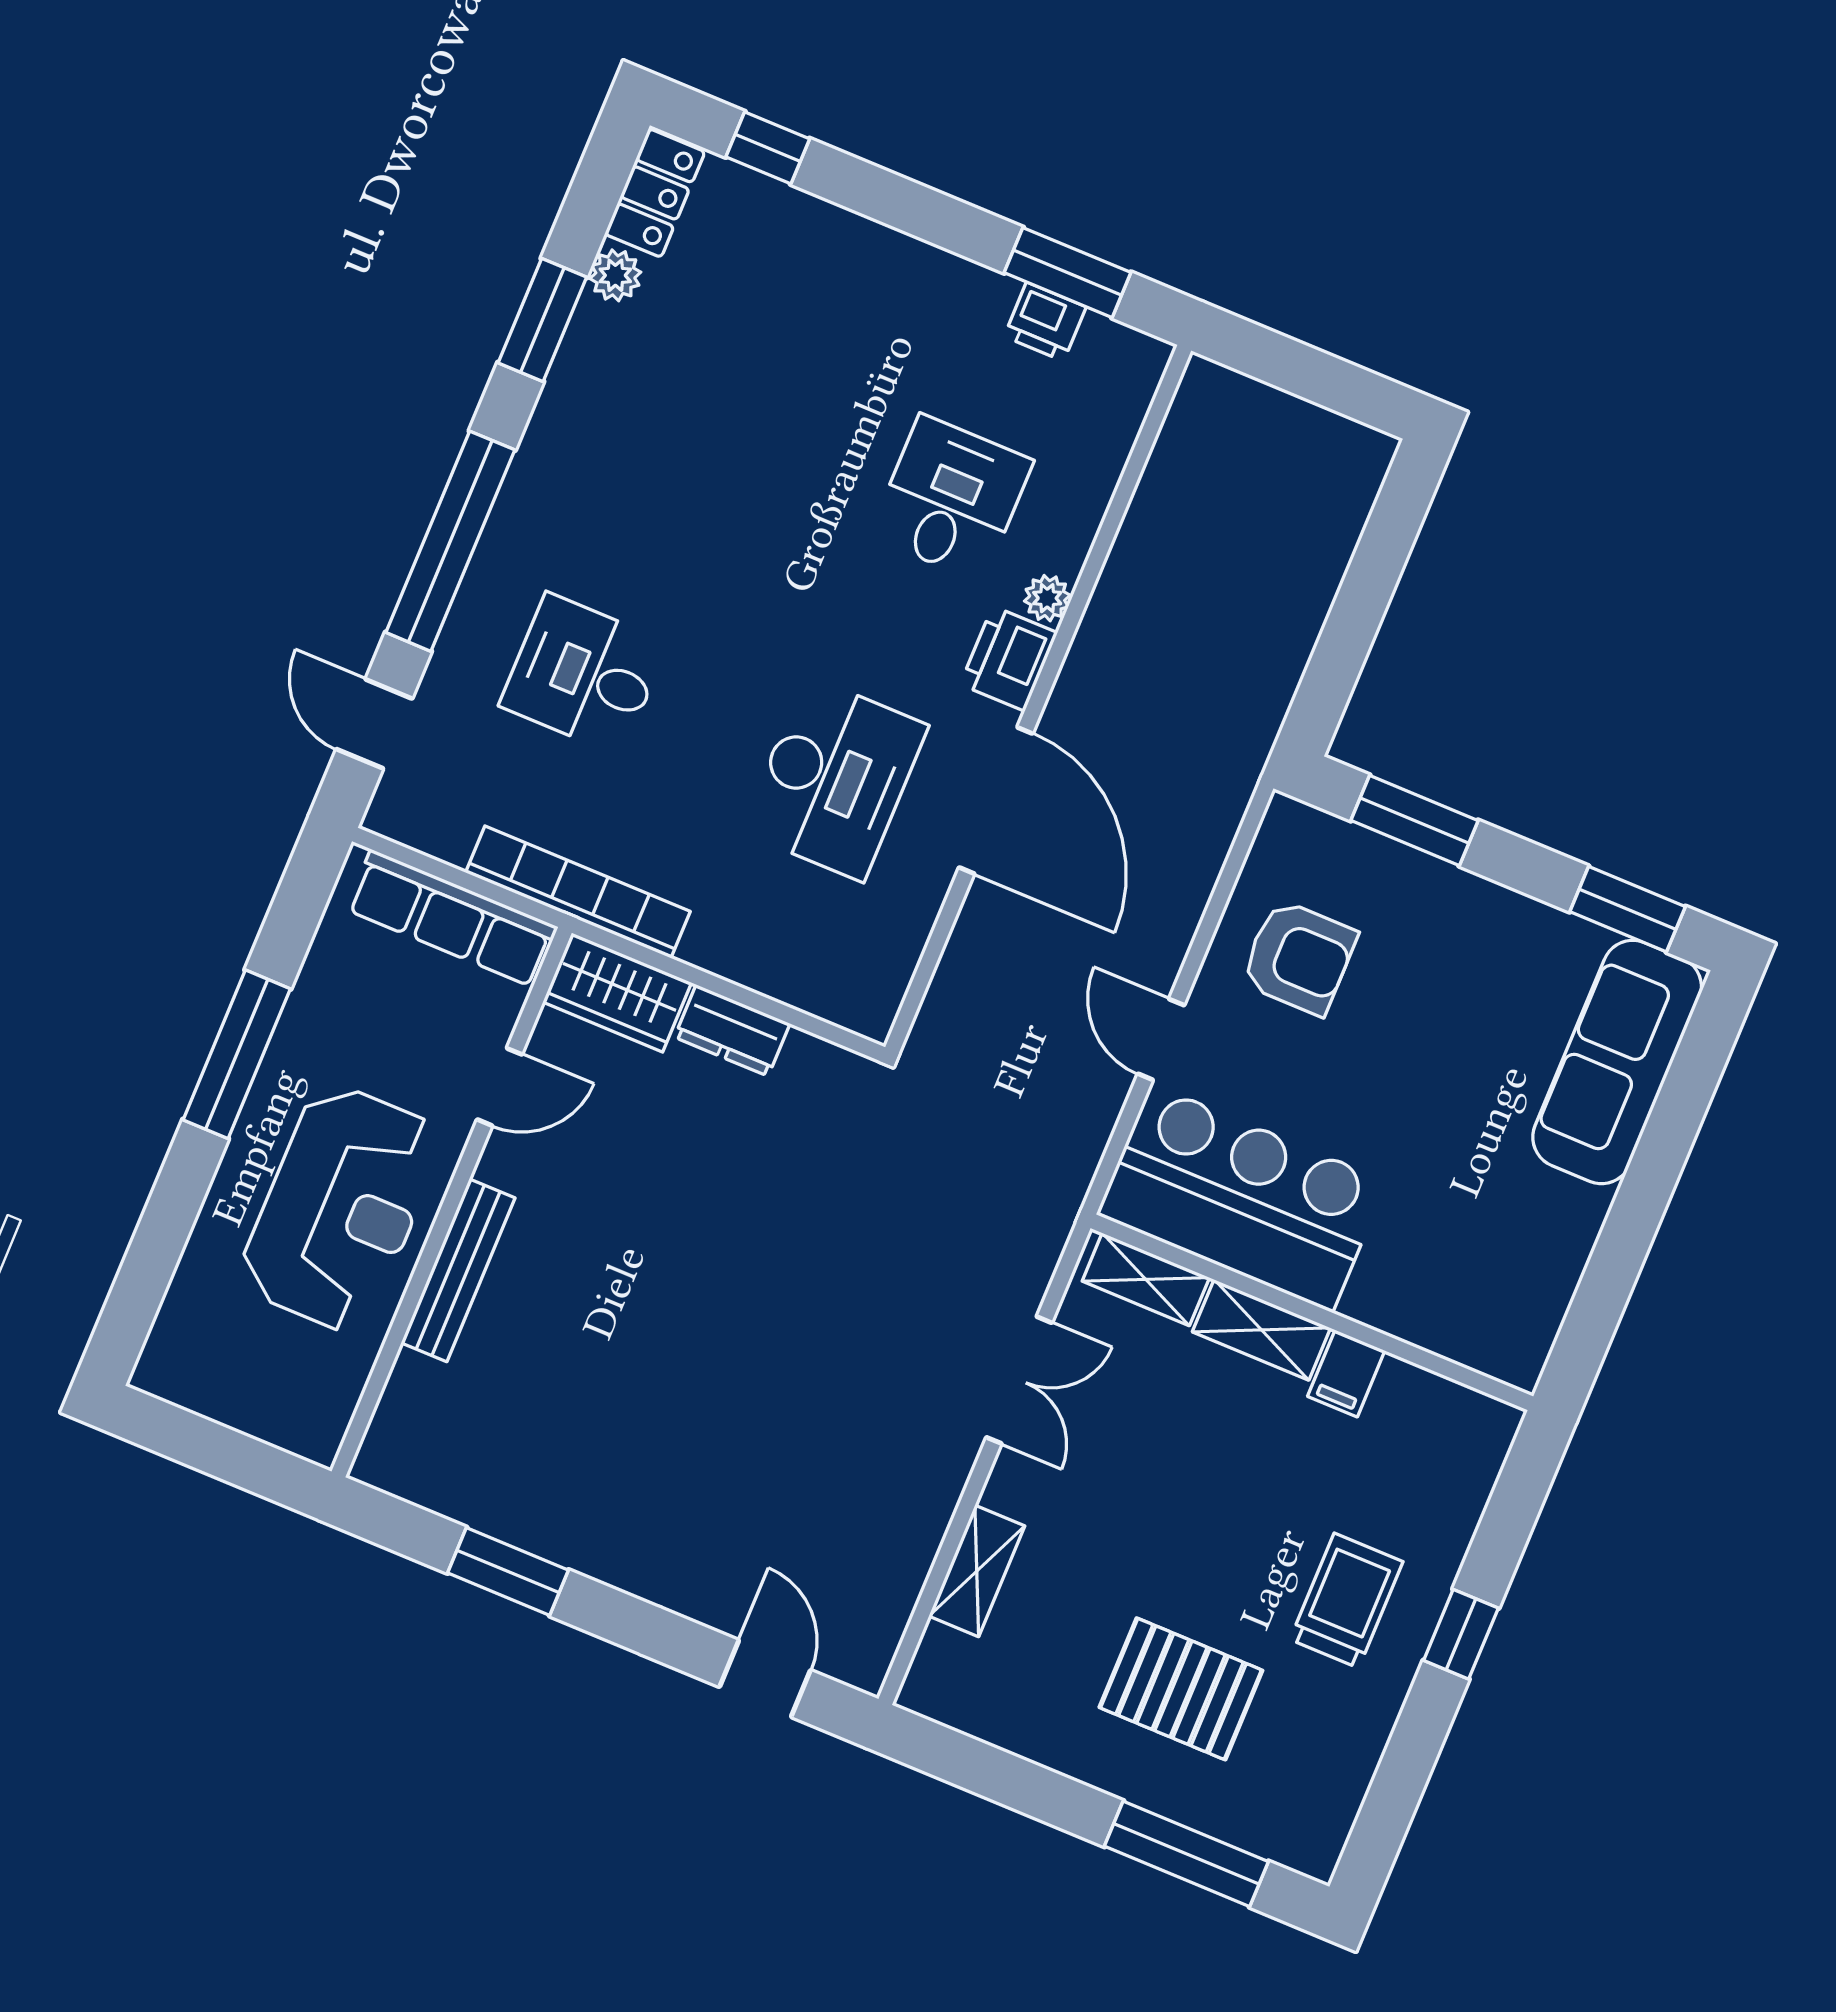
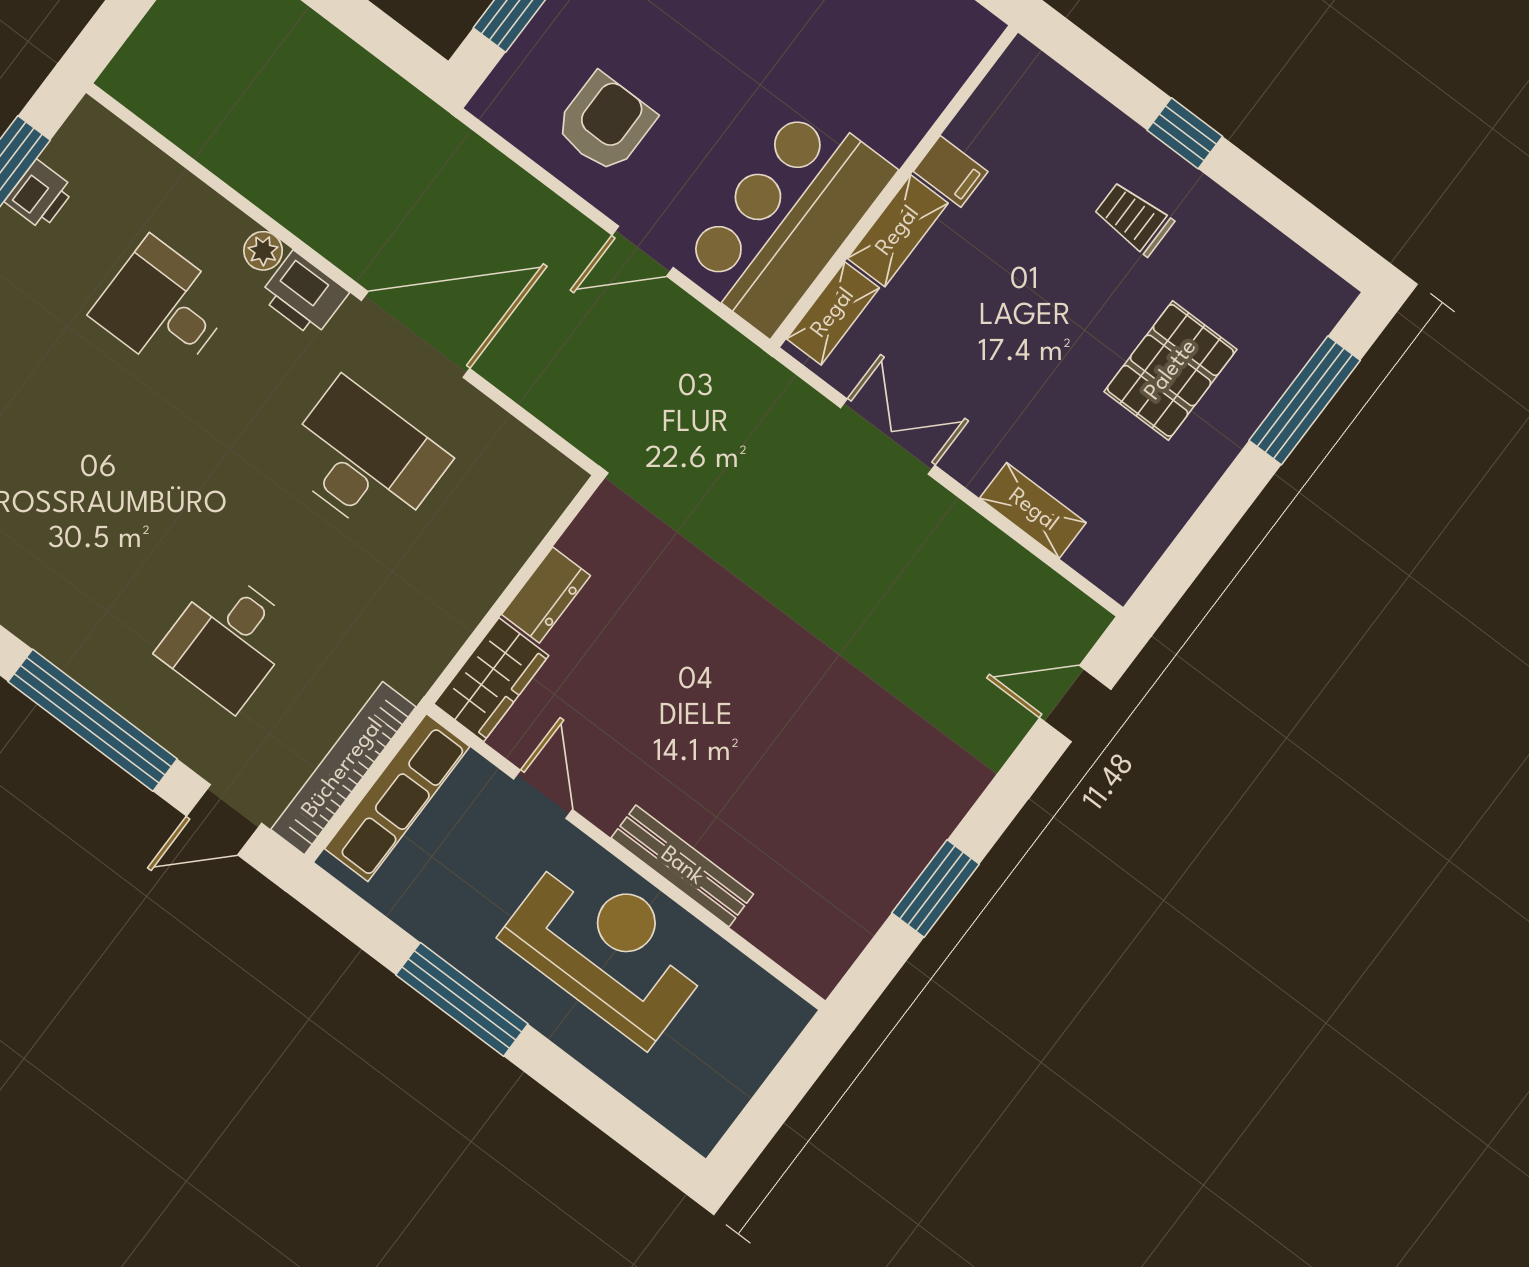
bookcase: (578, 892) -> (343, 768), moved
trolley: (1346, 1601) -> (1134, 219), width x0.73, depth x0.72

